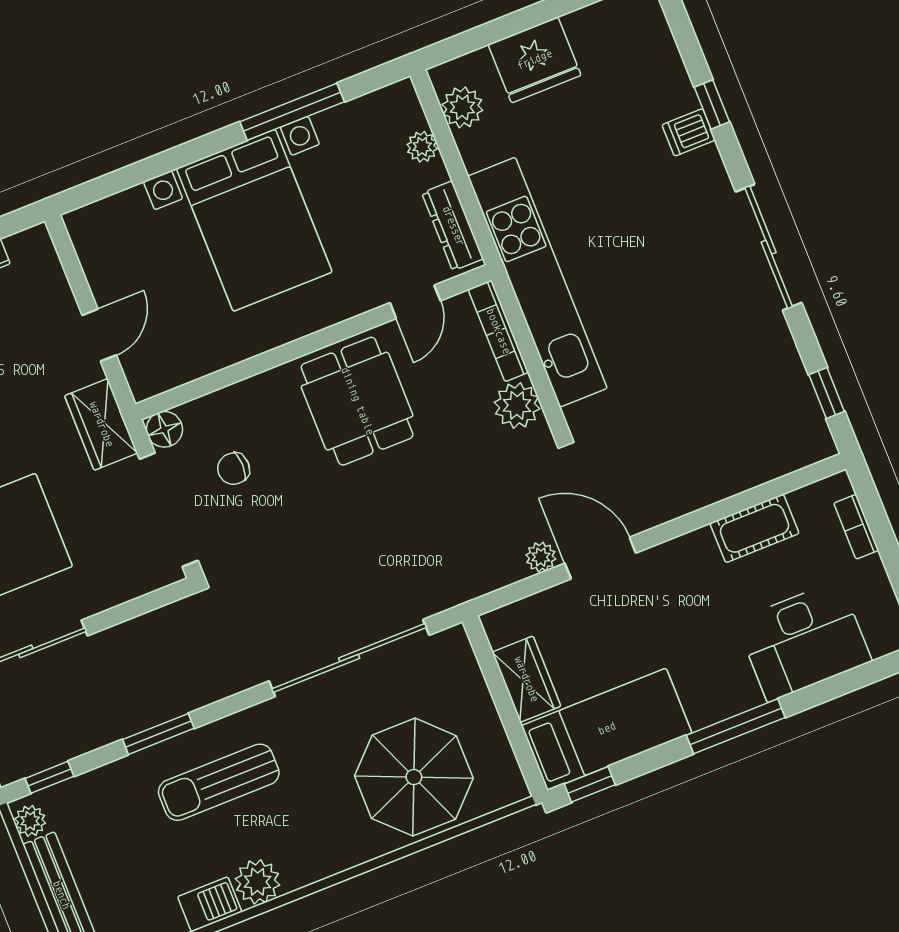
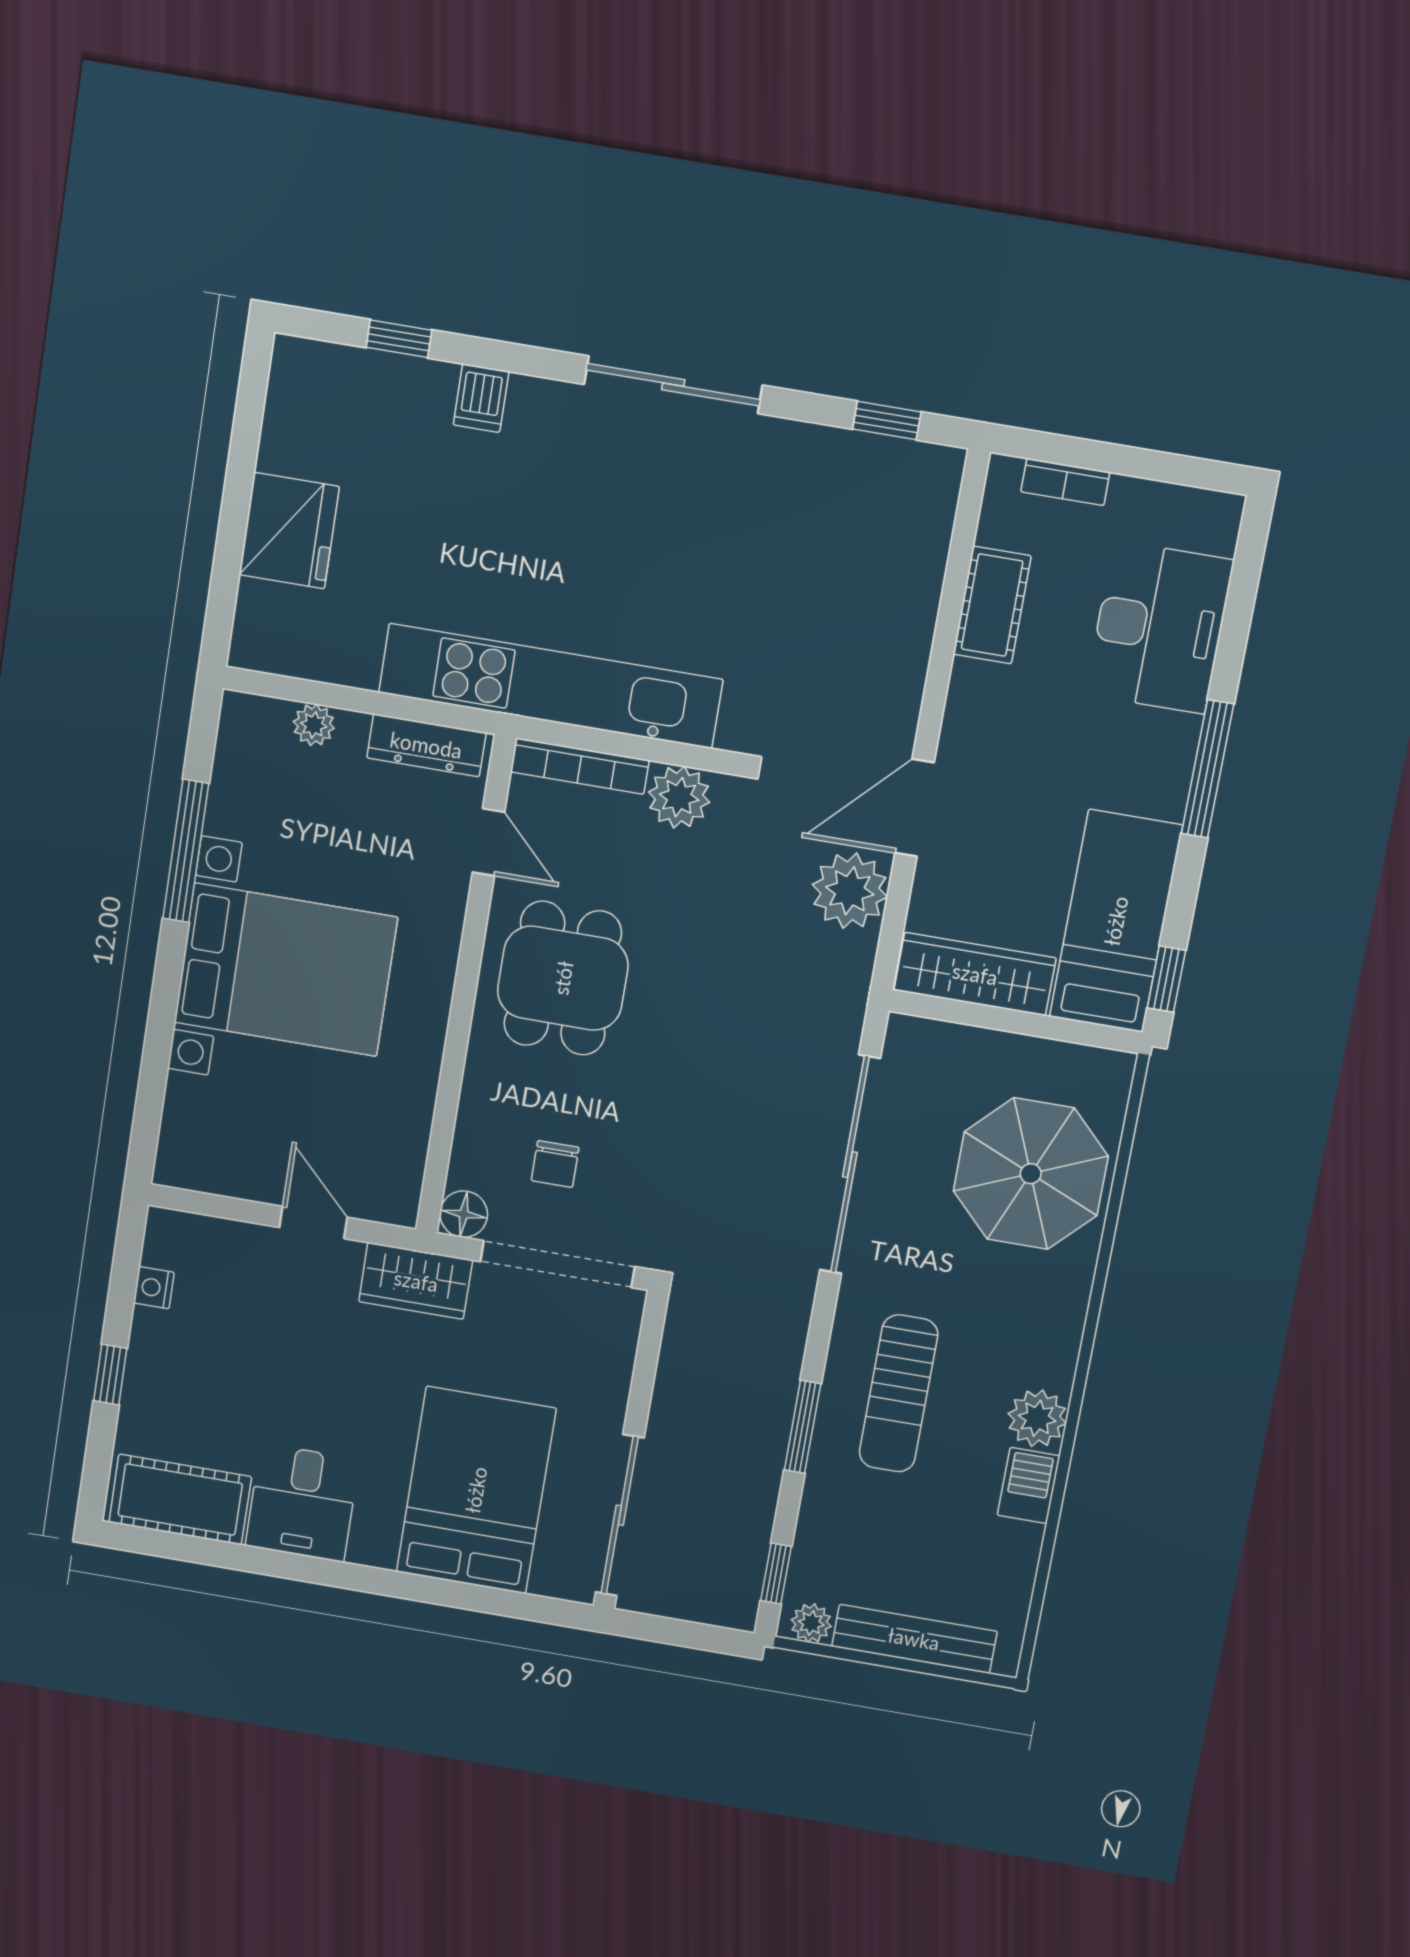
window: (712, 104) -> (399, 339), moved
plant: (462, 107) -> (295, 650), removed
dining table: (357, 401) -> (563, 978), turned 90
plant: (541, 557) -> (850, 891), width x1.87, depth x1.87
wardrobe: (526, 679) -> (975, 974), width x1.50

